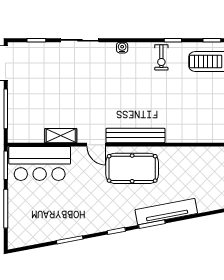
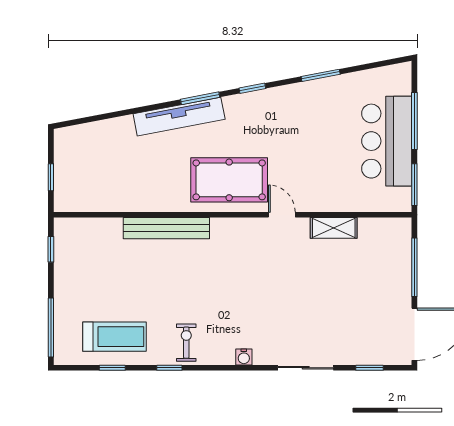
bench: (135, 135) -> (166, 228), moved
bar counter: (40, 163) -> (387, 141), moved, turned -90

